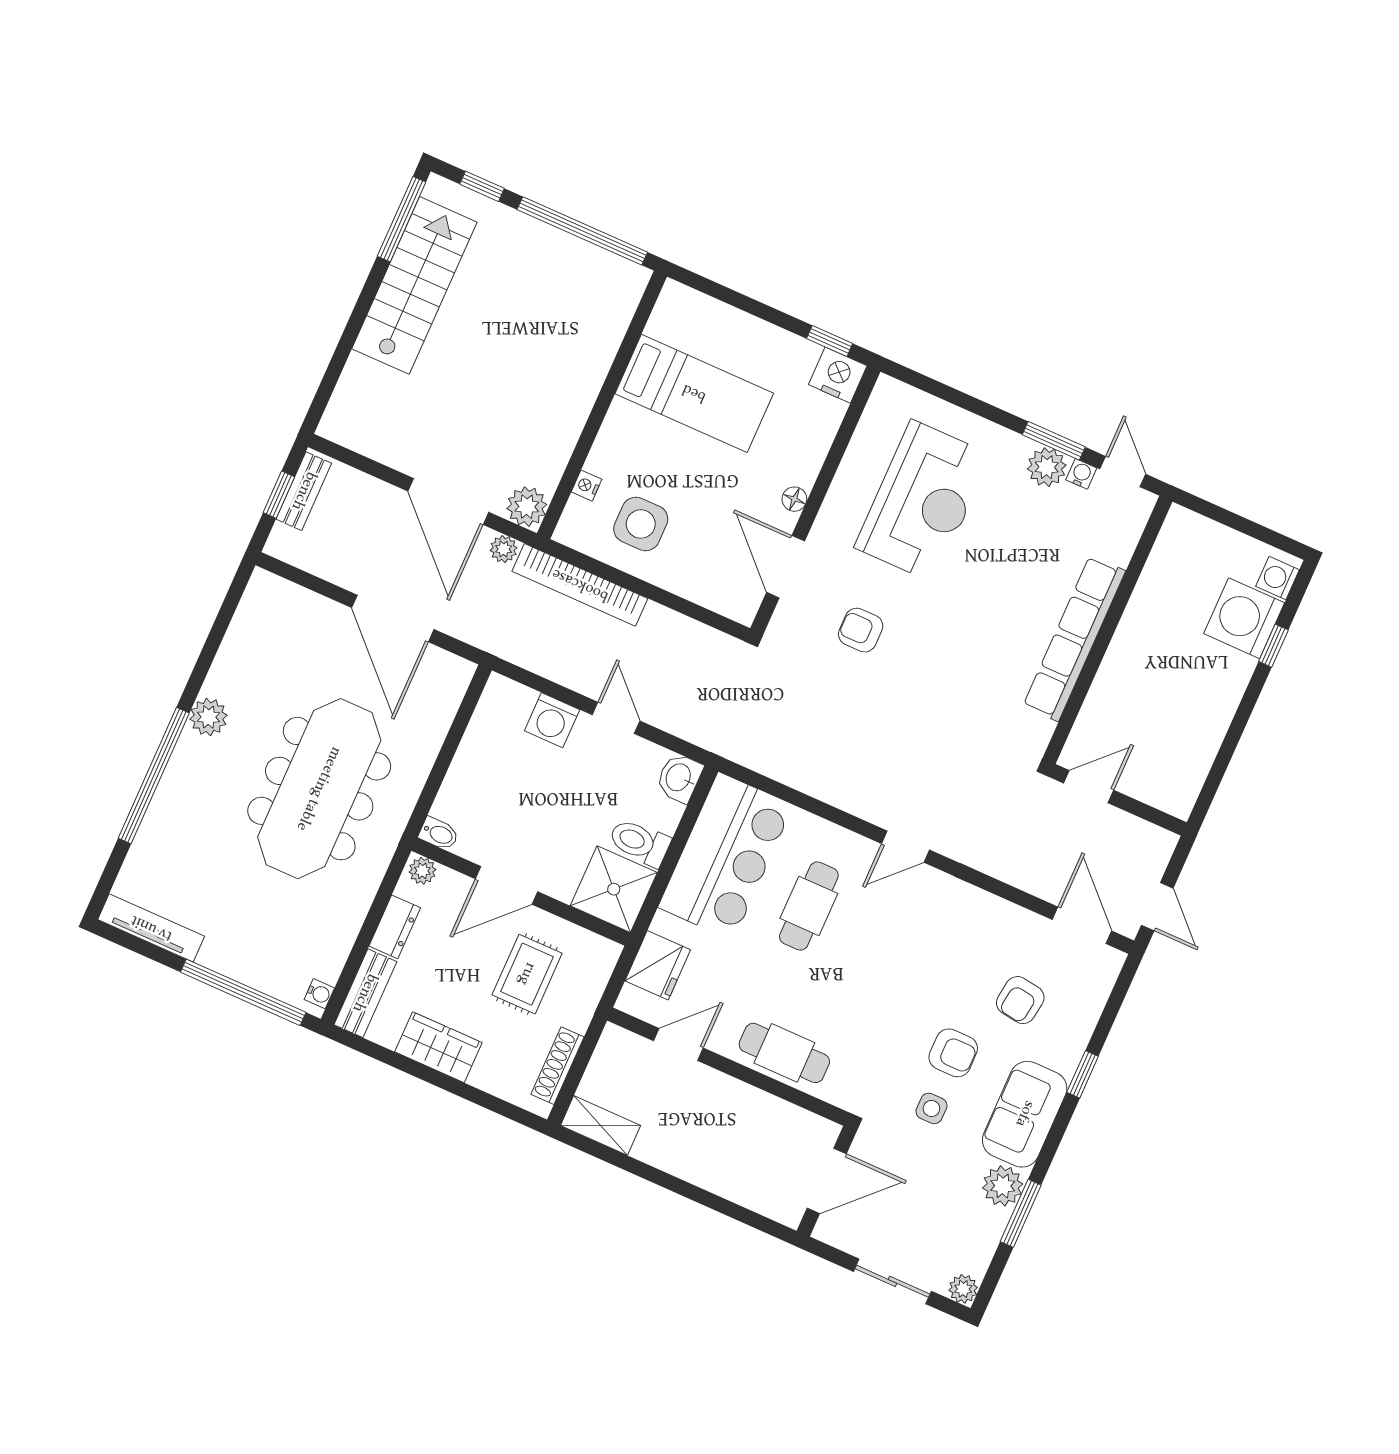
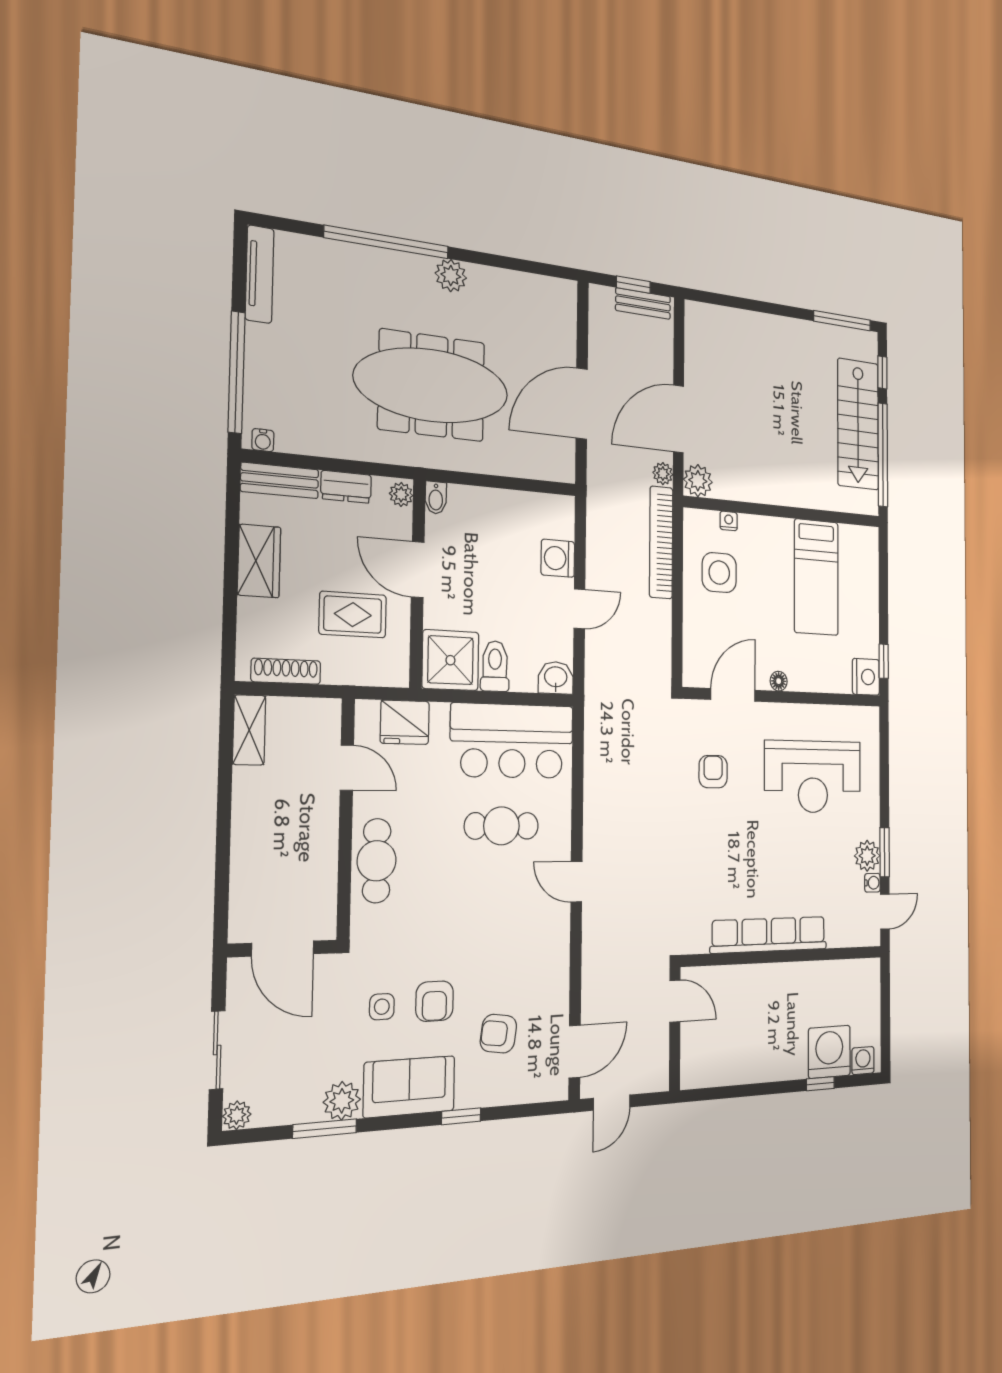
stairs: (414, 285) -> (858, 424), moved, turned 90

